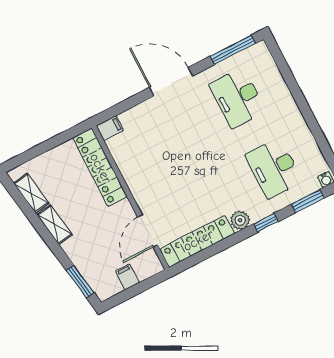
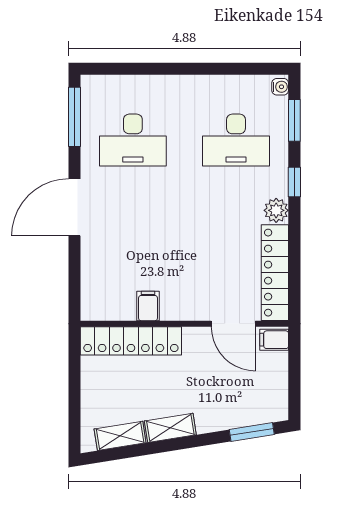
filing cabinet: (110, 128) -> (148, 306), moved
filing cabinet: (127, 277) -> (274, 340), moved

